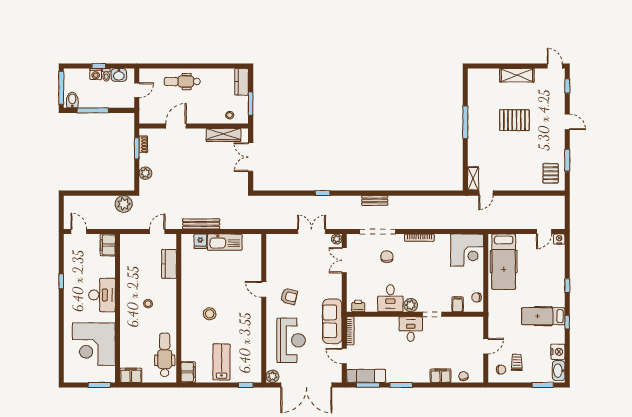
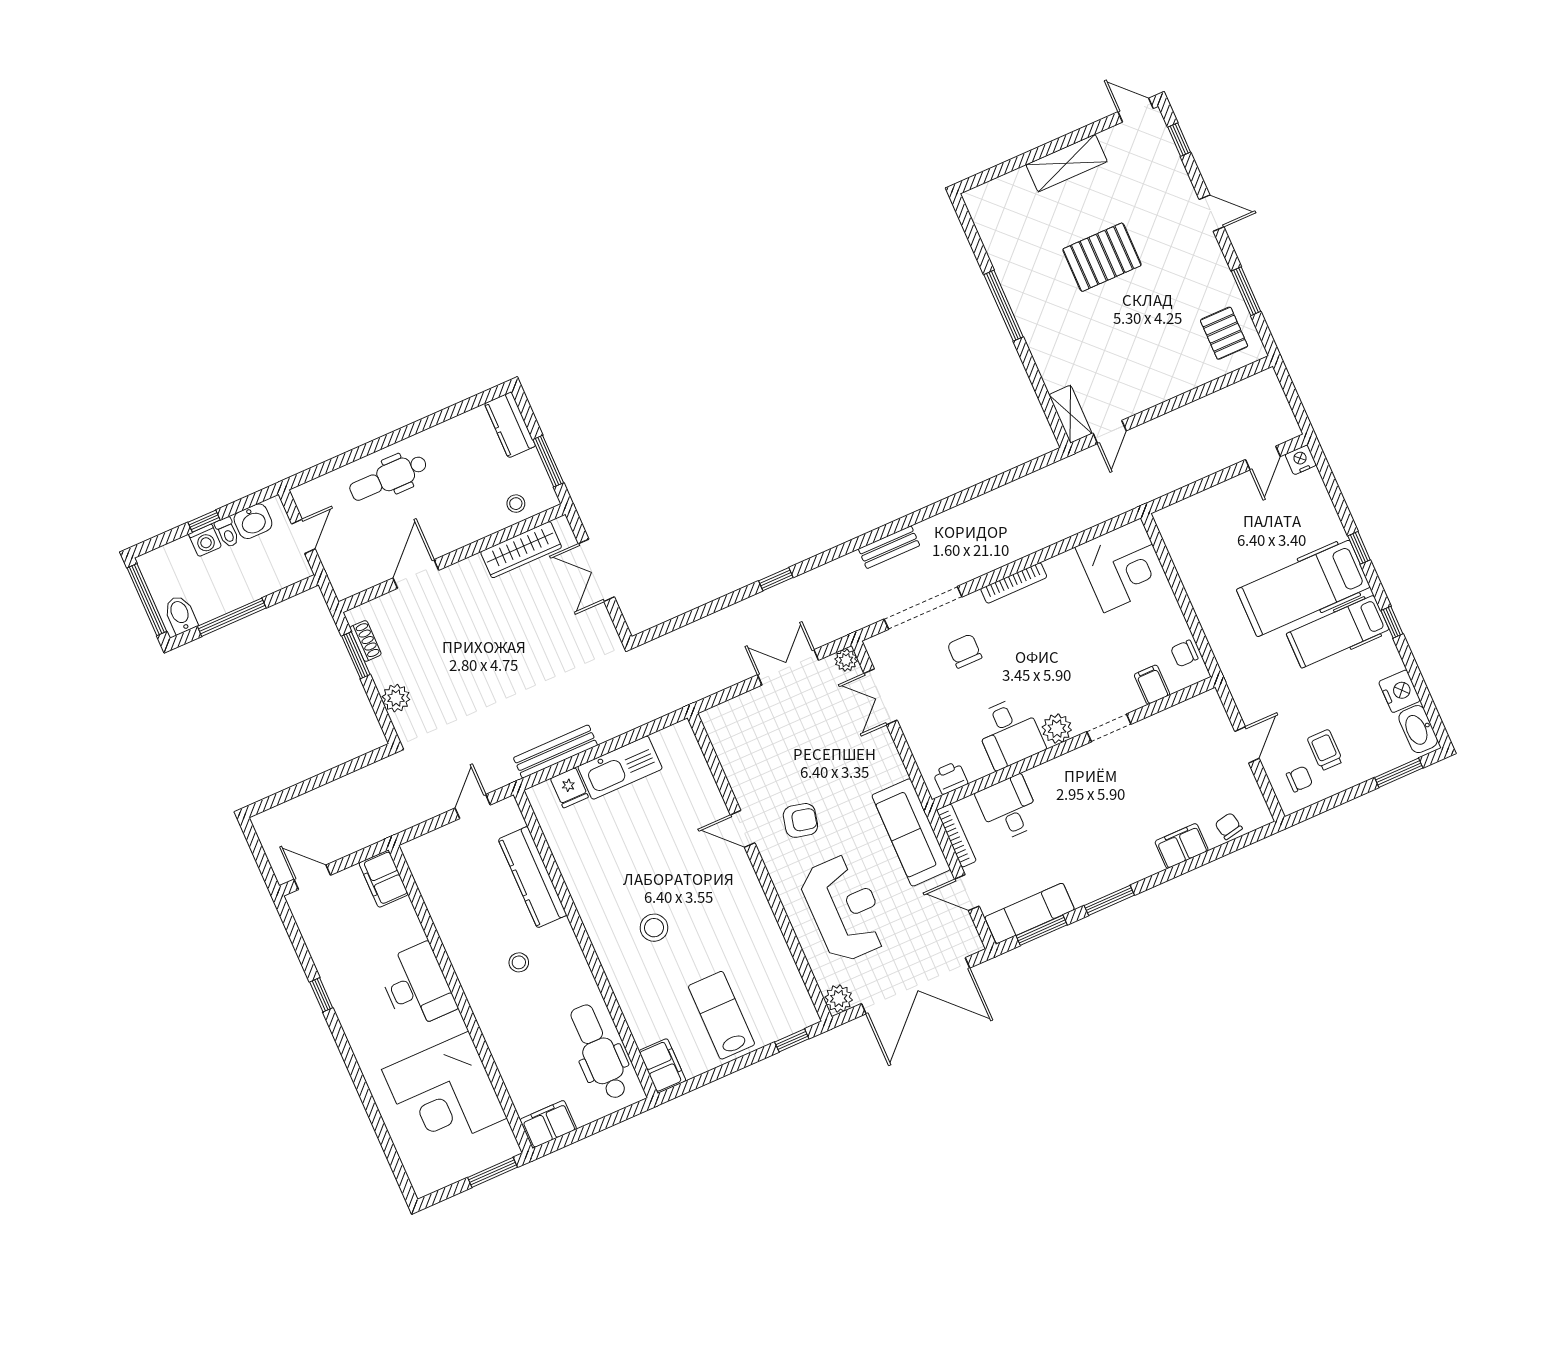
plant: (124, 204) -> (379, 781), removed
hospital bed: (504, 262) -> (1303, 588), moved, turned 90
kitchen counter: (169, 264) -> (532, 877), width x1.50
desk: (411, 329) -> (1009, 808), moved

